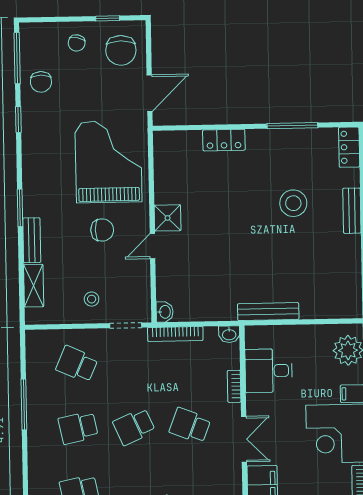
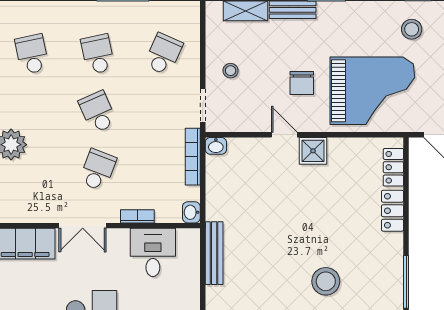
stool: (48, 125) -> (412, 29), added
locker: (182, 140) -> (393, 167), added

